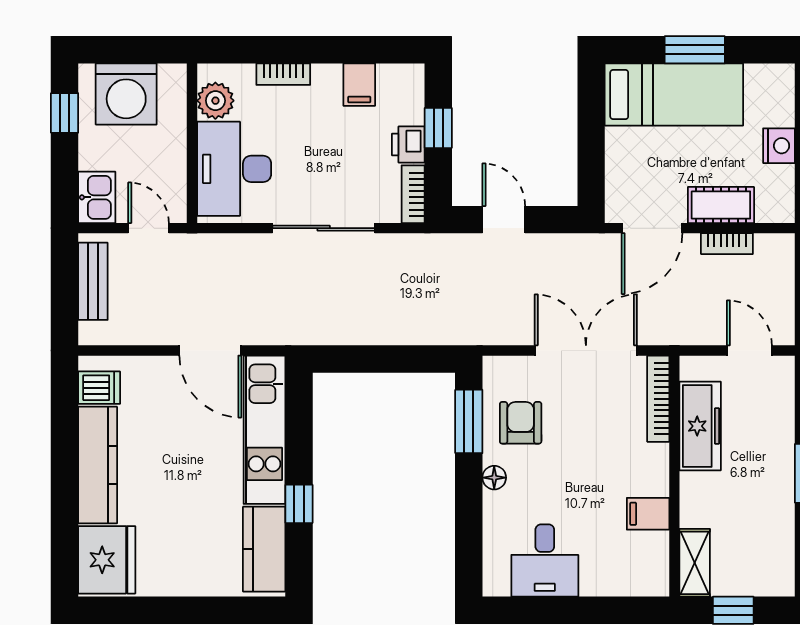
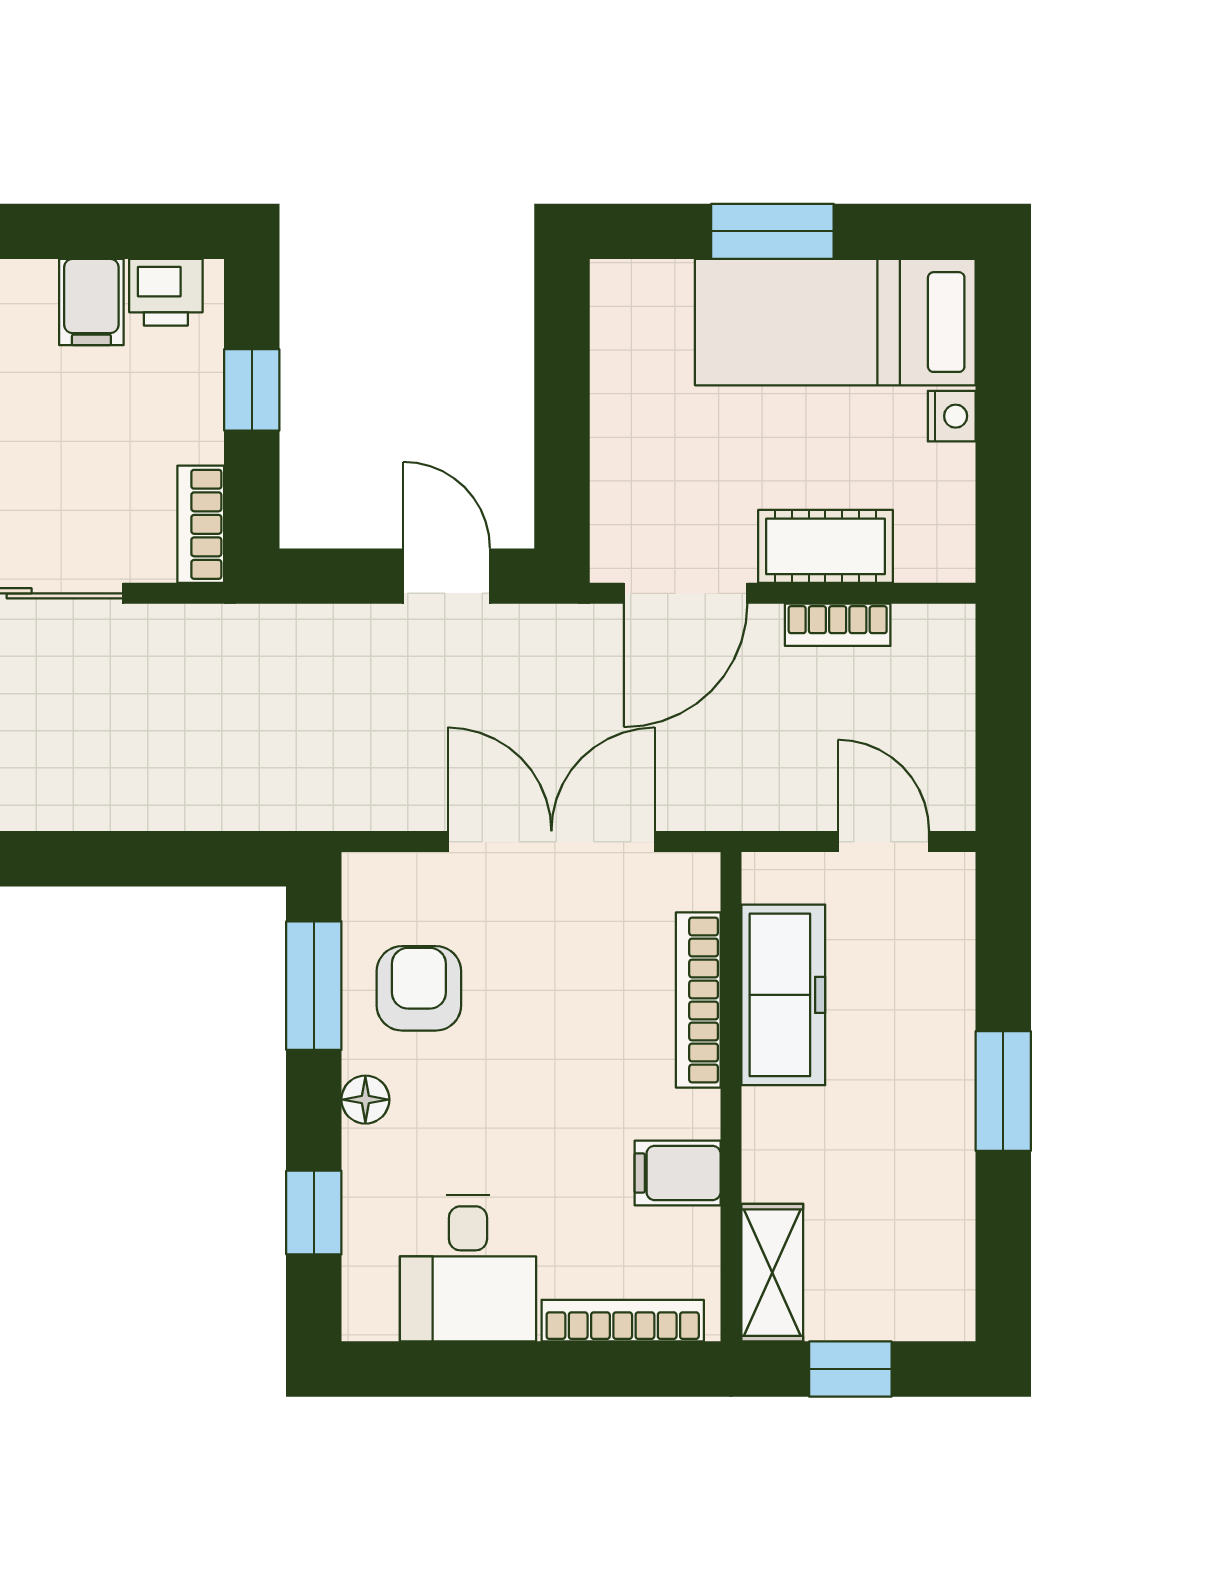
bed: (674, 95) -> (835, 322), moved, turned 180
printer: (408, 144) -> (166, 292), moved, turned -90
nightstand: (779, 146) -> (952, 416), width x0.72, depth x0.74
door: (504, 220) -> (447, 576), moved
bookcase: (658, 399) -> (698, 1000), moved
window: (469, 533) -> (314, 1213), added
bookcase: (621, 587) -> (623, 1321), added

